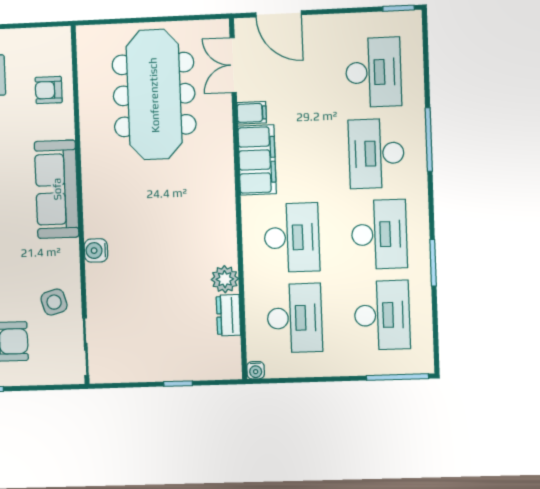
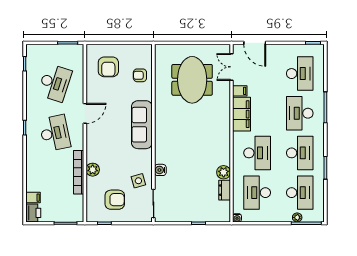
meeting table: (154, 95) -> (192, 80), width x0.73
water cooler: (96, 250) -> (160, 170), moved
desk: (295, 318) -> (257, 193), turned 180
plant: (378, 366) -> (297, 217), added

